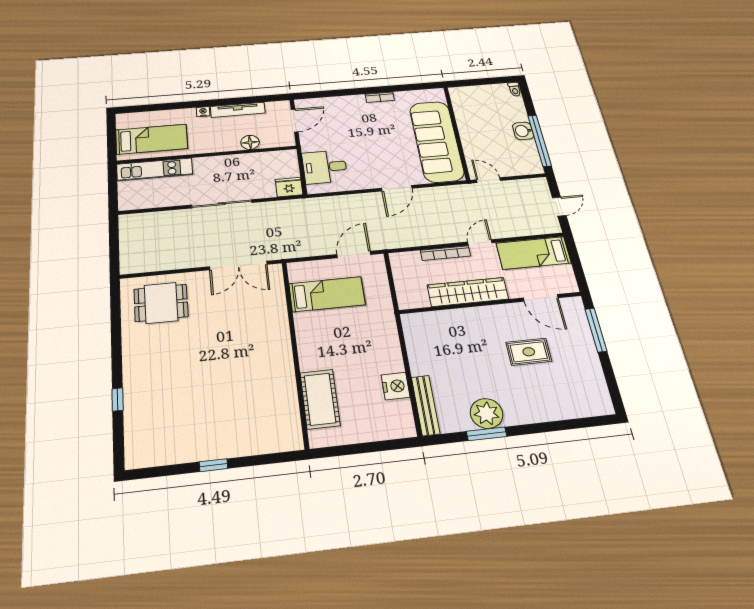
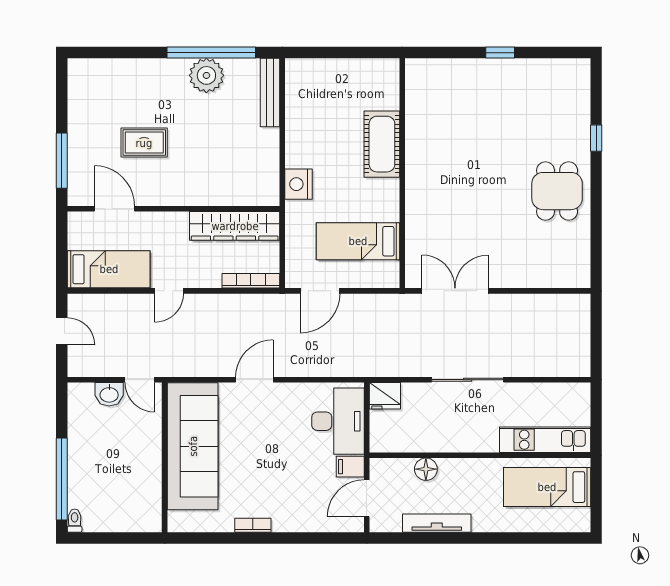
nightstand: (203, 112) -> (481, 525), removed
washbasin: (523, 131) -> (109, 394), moved, turned 90
filing cabinet: (310, 139) -> (350, 467), added
window: (540, 141) -> (62, 479), moved
desk: (325, 167) -> (338, 421), width x1.37
door: (559, 207) -> (62, 331), swing flipped
bookcase: (445, 253) -> (251, 281), moved
wardrobe: (468, 292) -> (235, 226), moved
dining table: (161, 303) -> (557, 191), moved, turned 90
nightstand: (396, 386) -> (299, 184), moved
cot: (320, 399) -> (382, 144), moved
window: (487, 434) -> (211, 53), width x2.11

